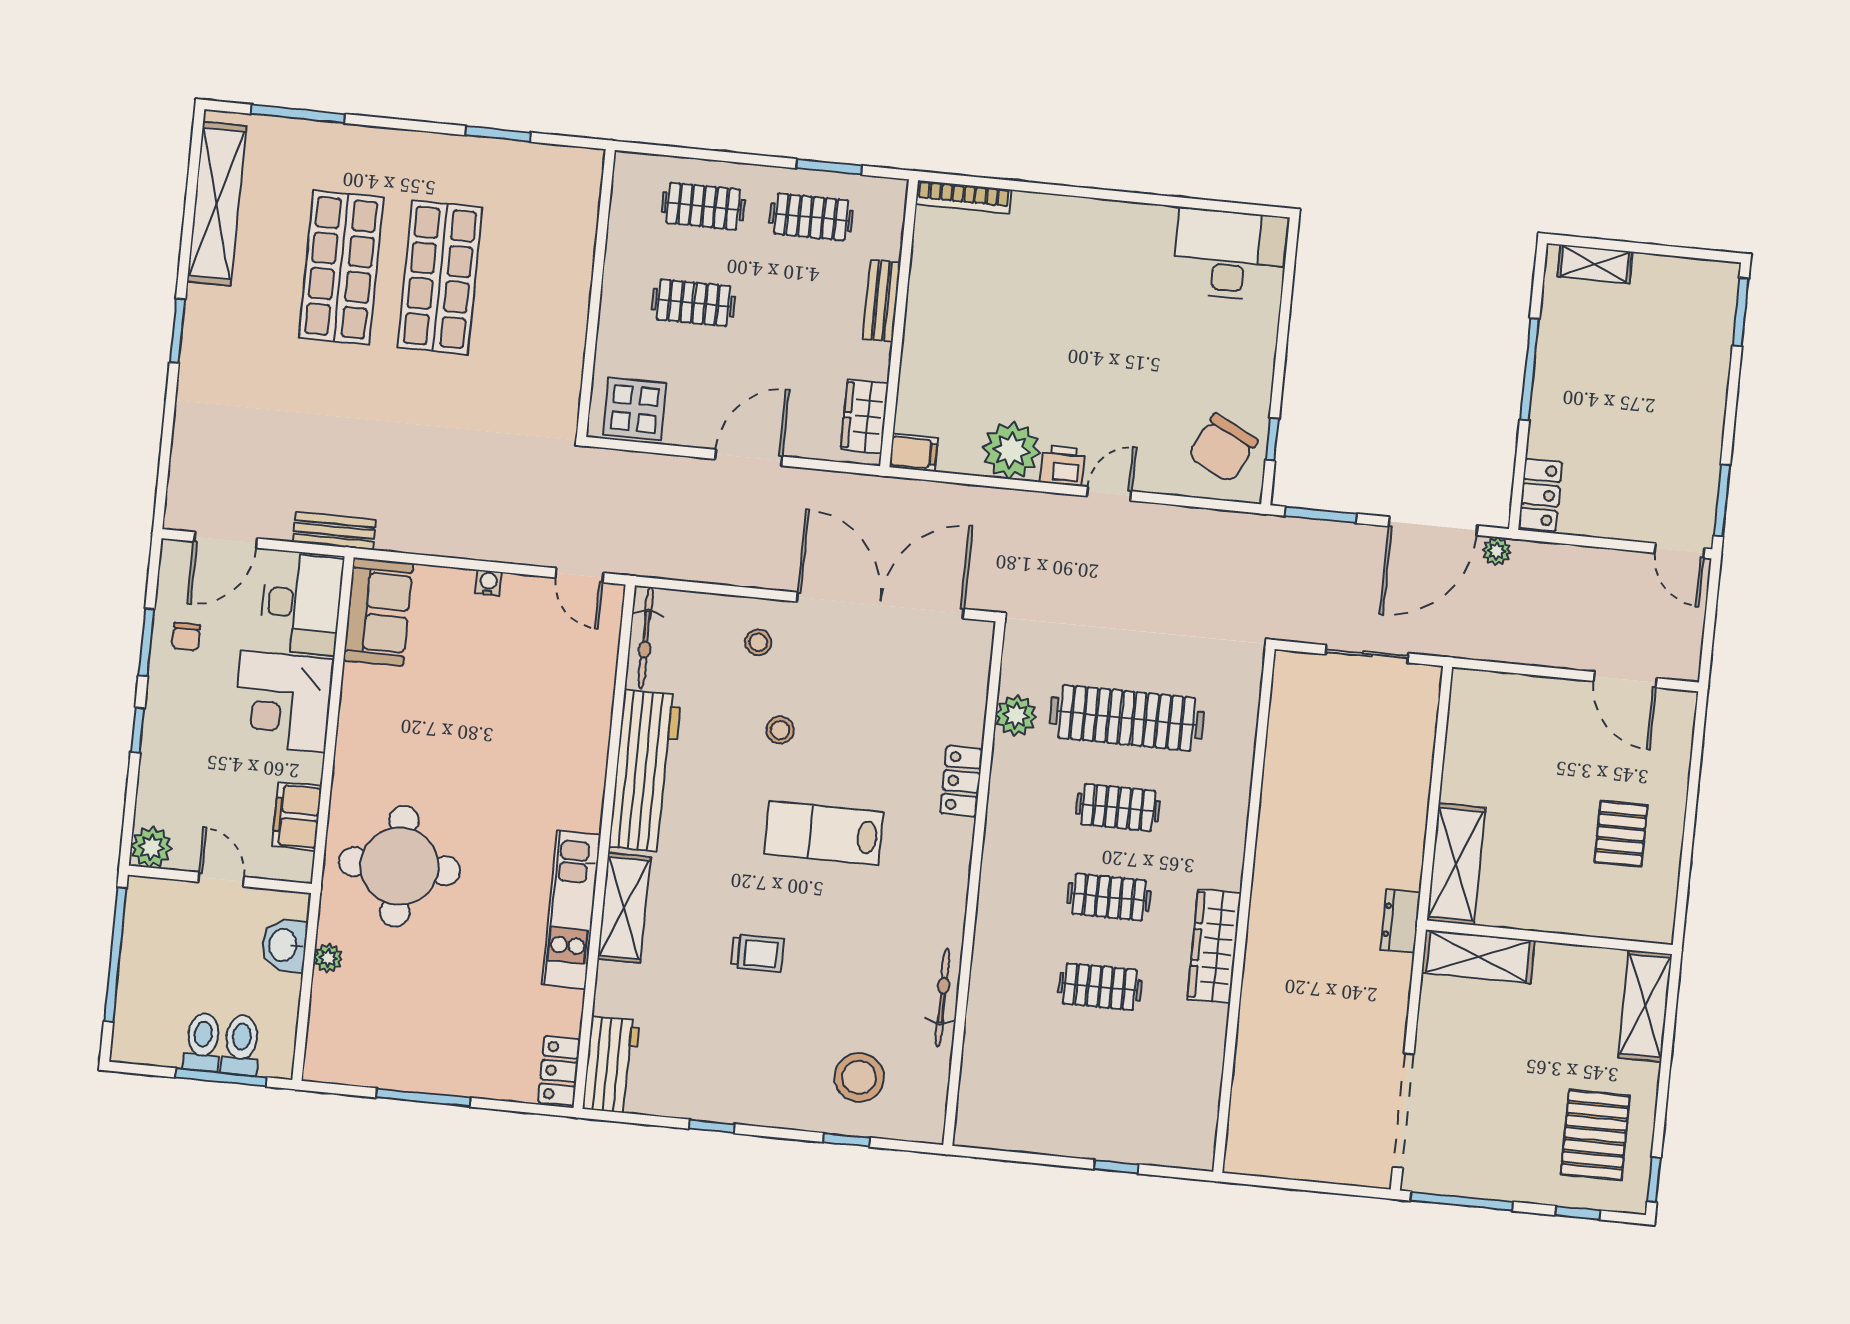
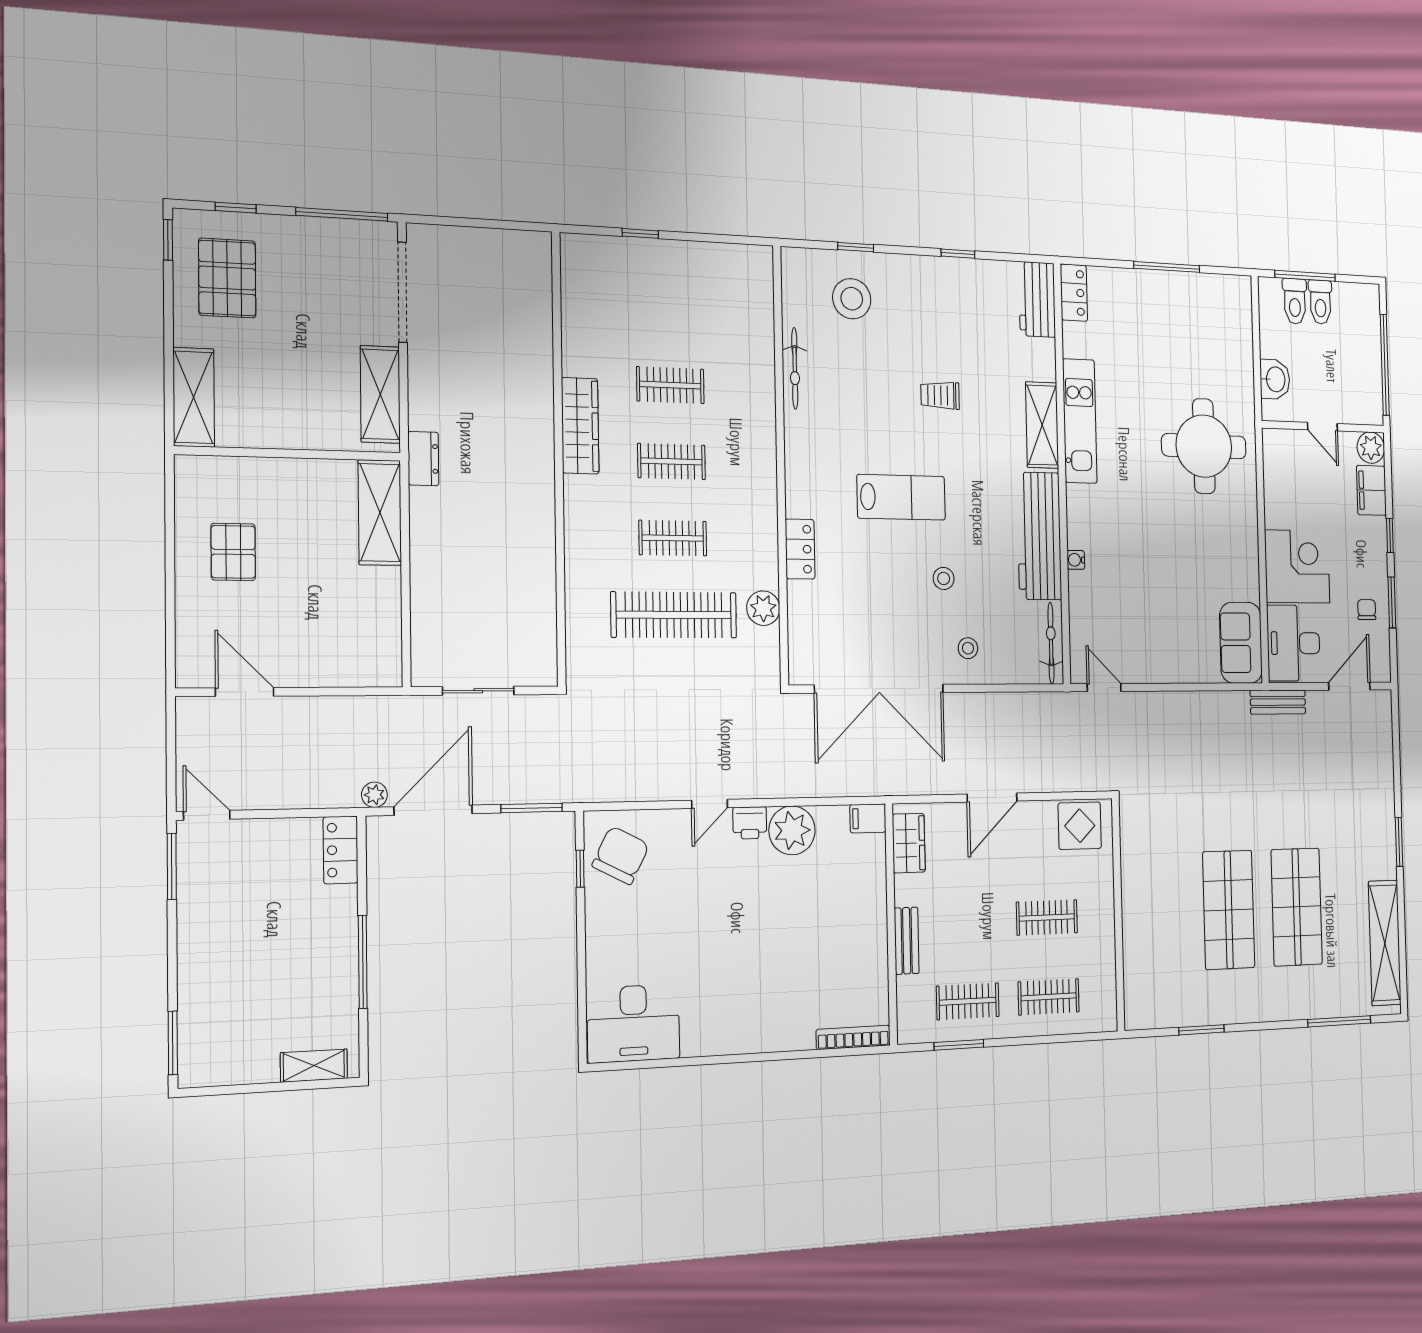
water cooler: (489, 583) -> (1076, 560), moved, turned 90
filing cabinet: (297, 816) -> (1371, 490), moved, turned 180
shelving: (1478, 957) -> (380, 394), moved, turned 90
plant: (328, 958) -> (1244, 371), removed

